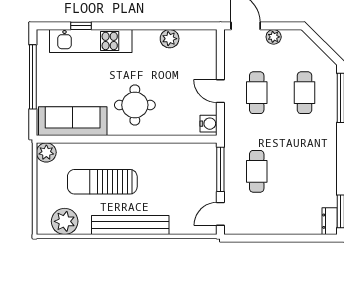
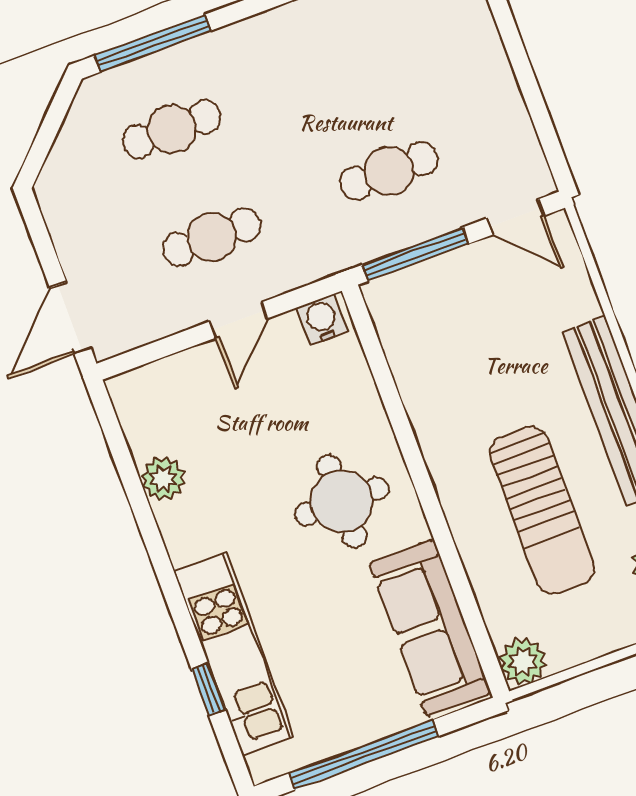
plant: (274, 37) -> (72, 246), removed

